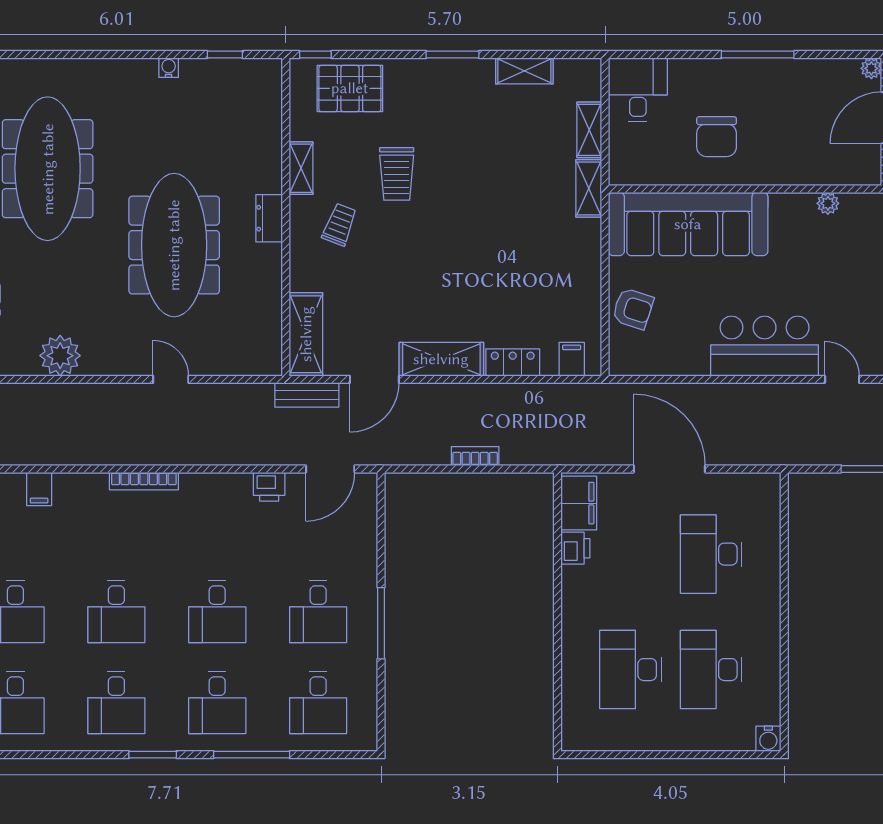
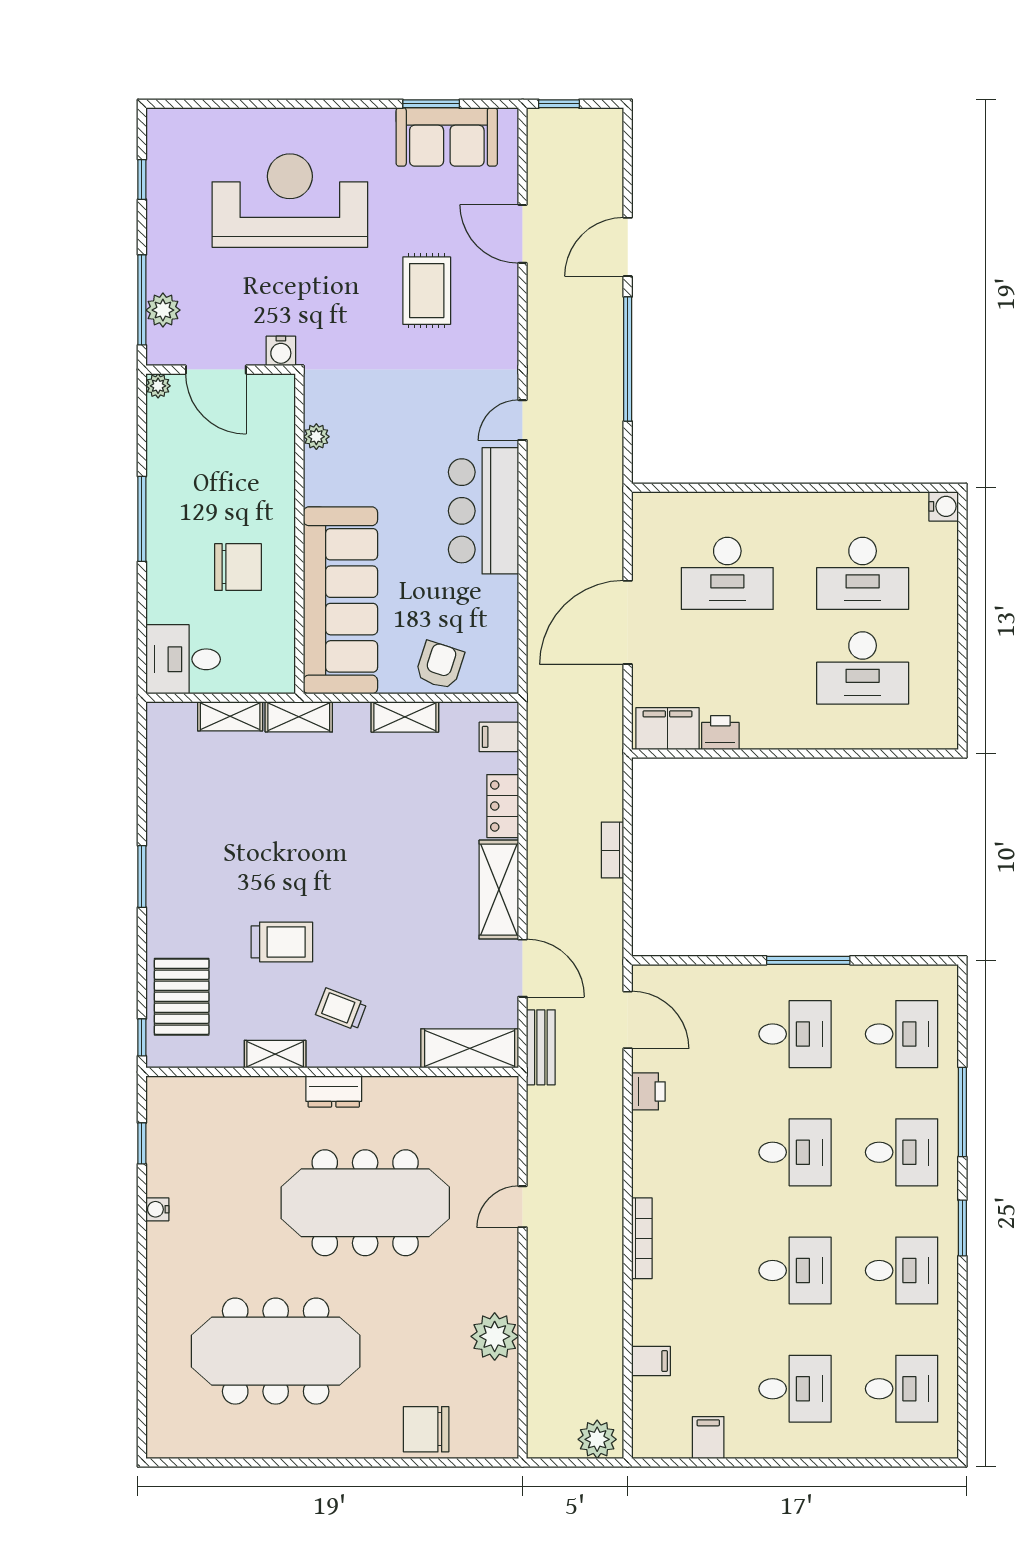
shelving: (524, 71) -> (405, 717), moved, turned 90

